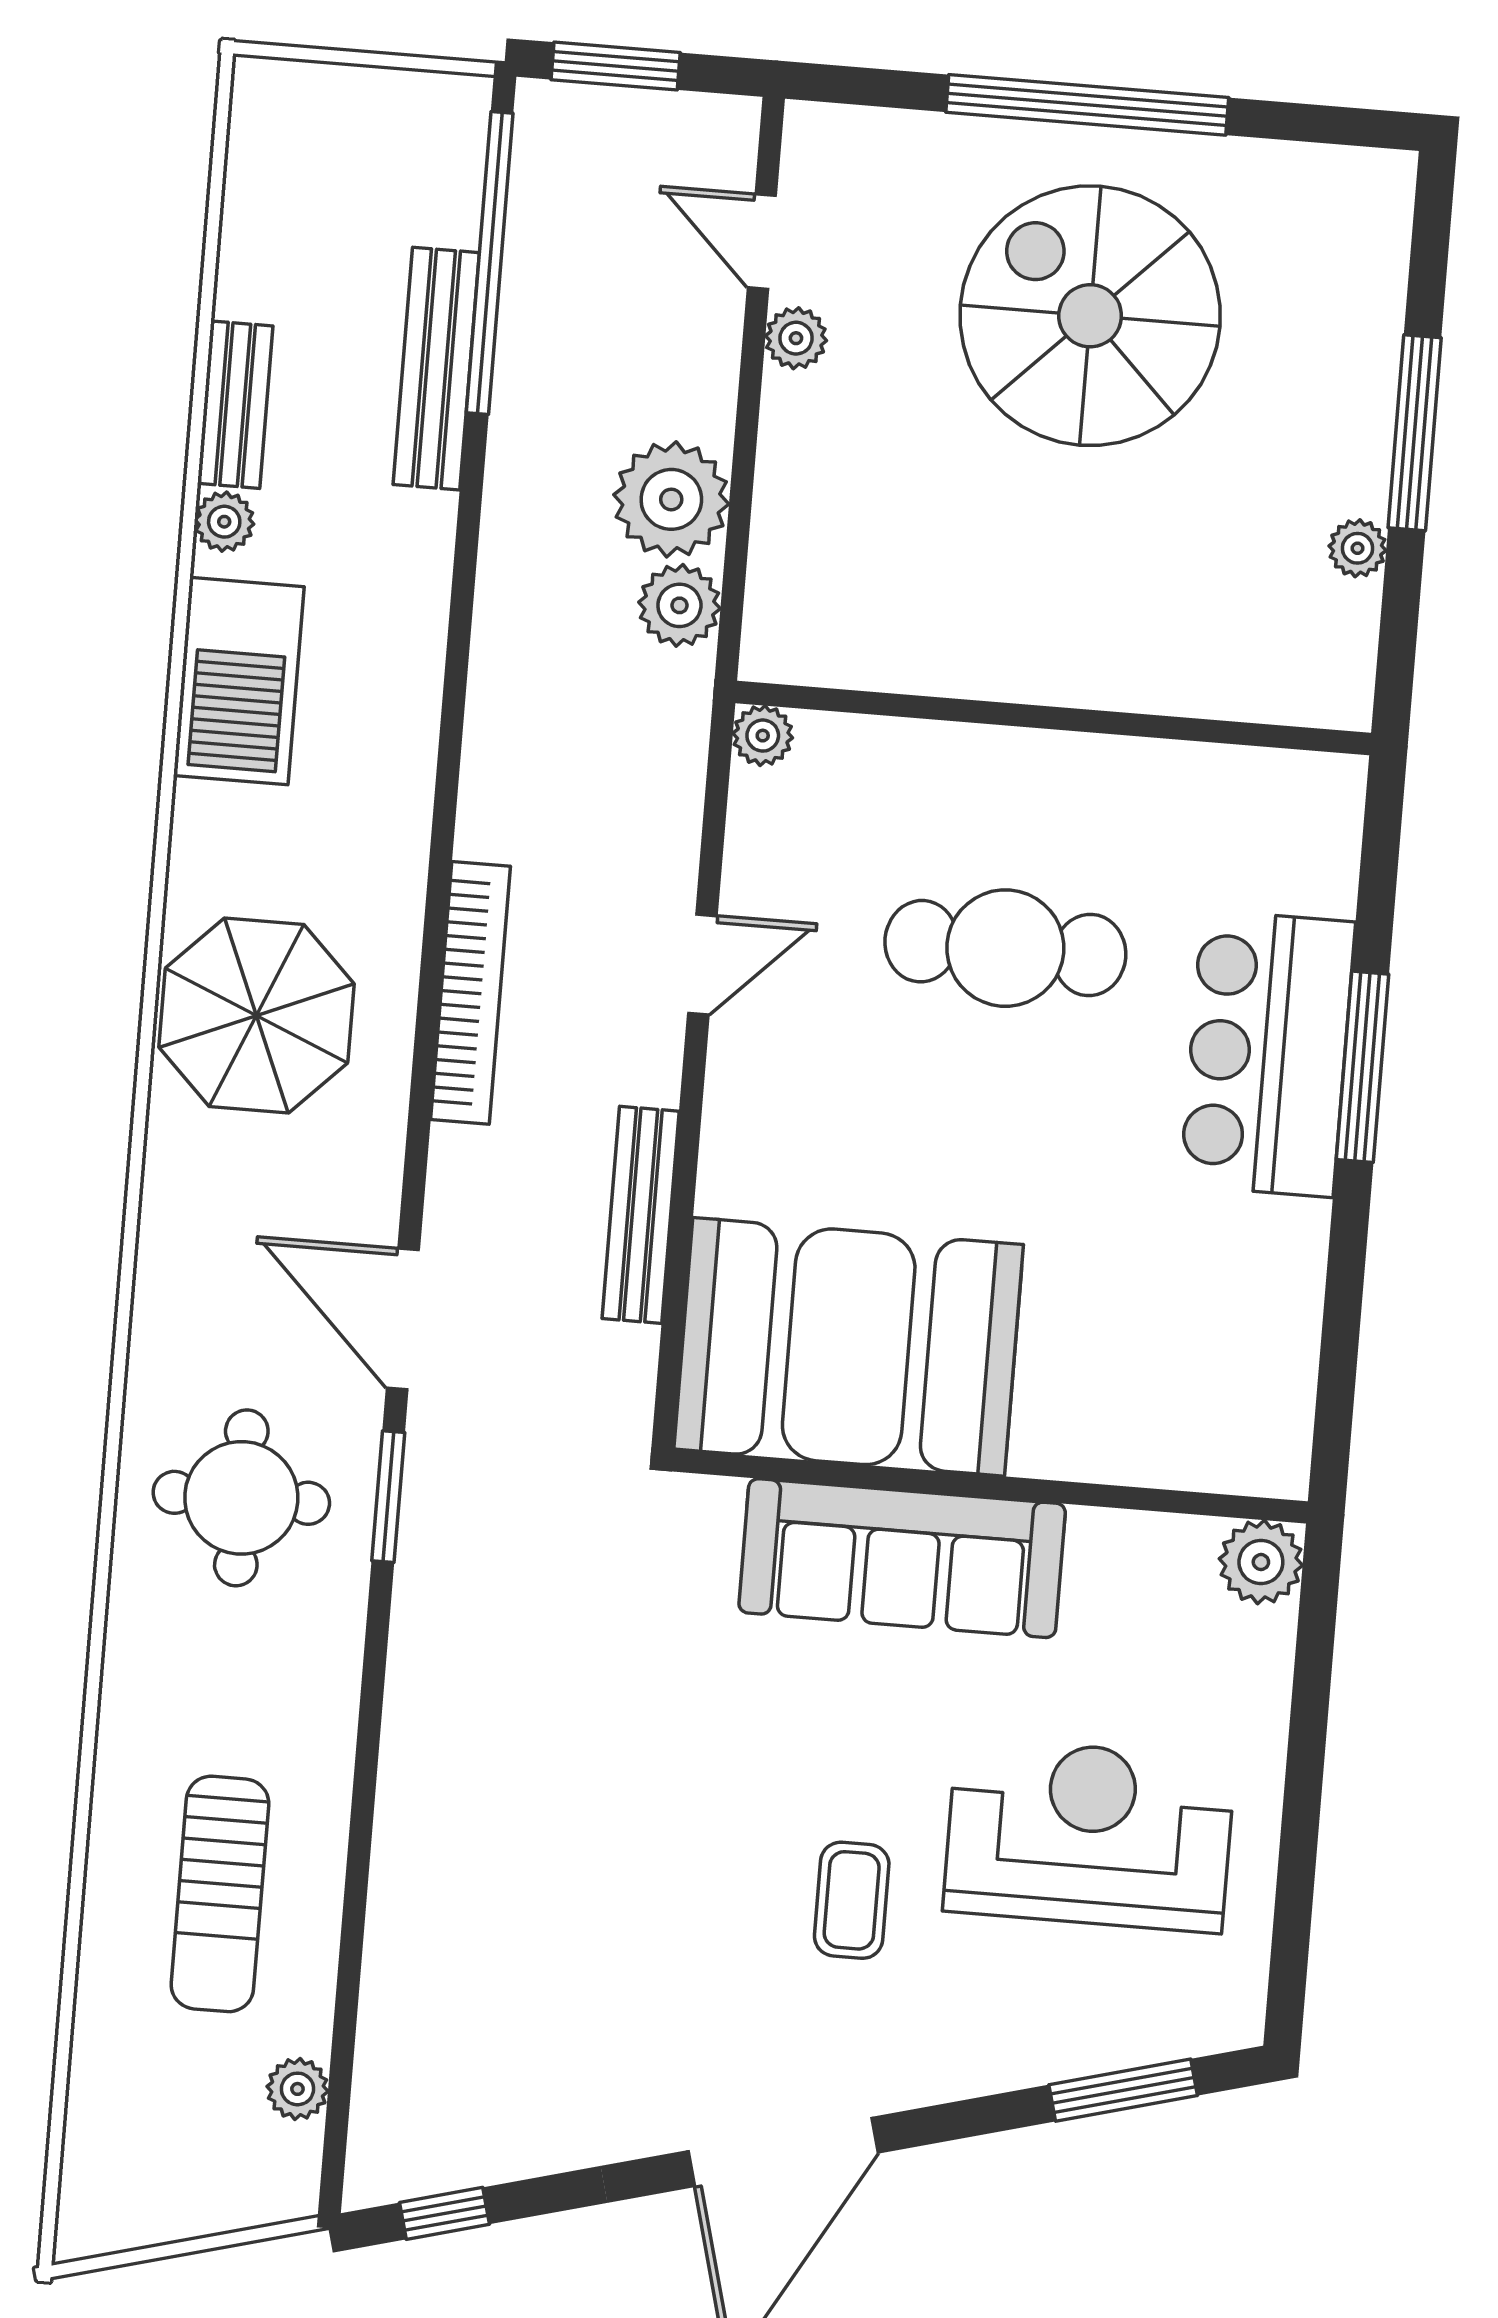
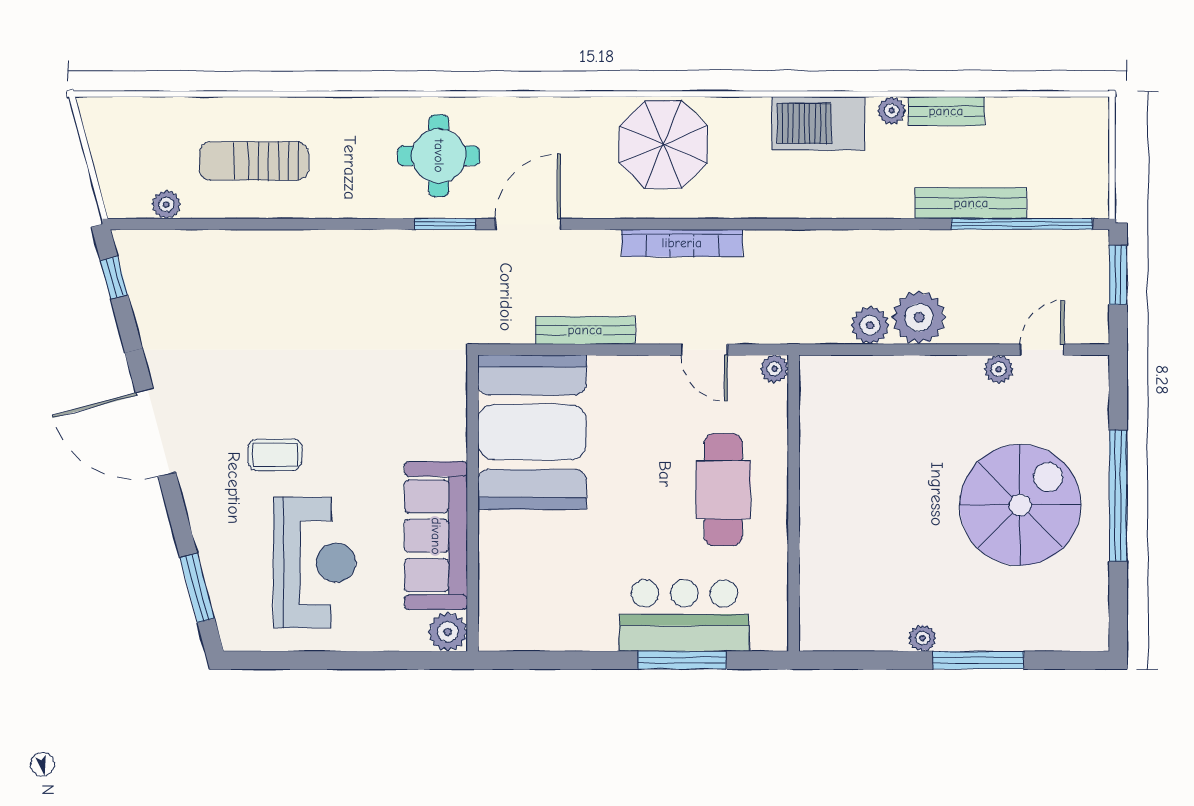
wall: (1053, 718) -> (794, 503), moved
plant: (763, 736) -> (774, 369), moved
sofa: (902, 1558) -> (436, 536), moved

